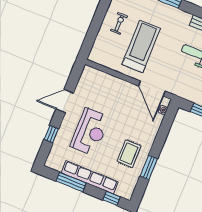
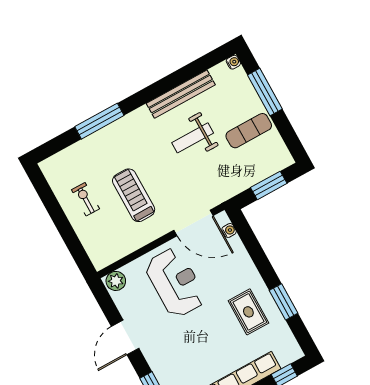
treadmill: (141, 46) -> (134, 195), width x0.73, depth x0.73
plant: (90, 73) -> (116, 281), added
reception desk: (90, 132) -> (175, 282), moved

